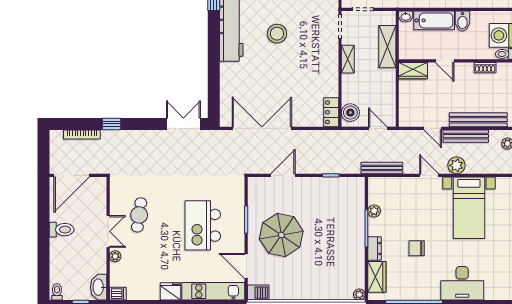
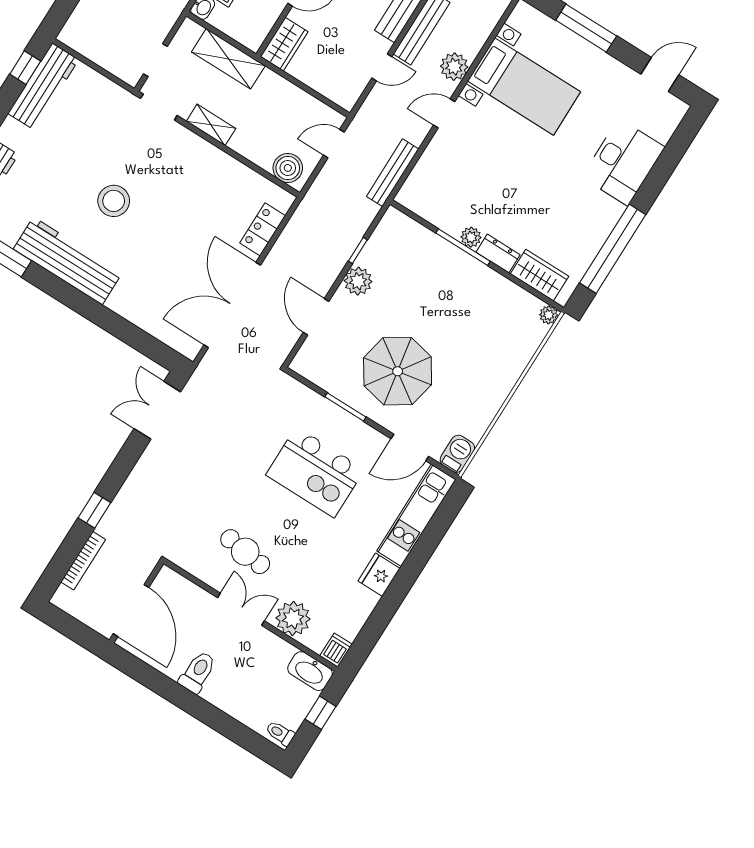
locker: (331, 112) -> (263, 229), moved, turned 90
plant: (315, 185) -> (358, 281), added
plant: (374, 211) -> (471, 237), moved
chair: (417, 248) -> (534, 195), removed
plant: (115, 256) -> (293, 619), width x1.88, depth x1.88

